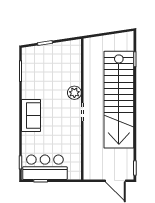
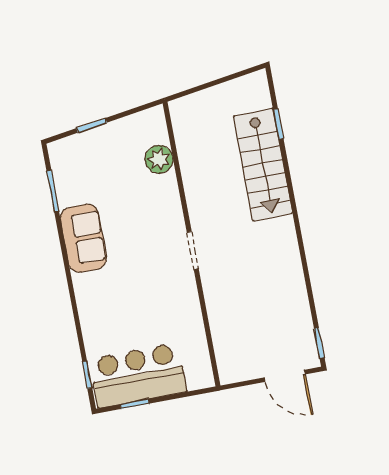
plant: (74, 93) -> (159, 159), moved
stairs: (119, 100) -> (263, 165), width x0.54, depth x0.66
sofa: (31, 116) -> (83, 238), moved

